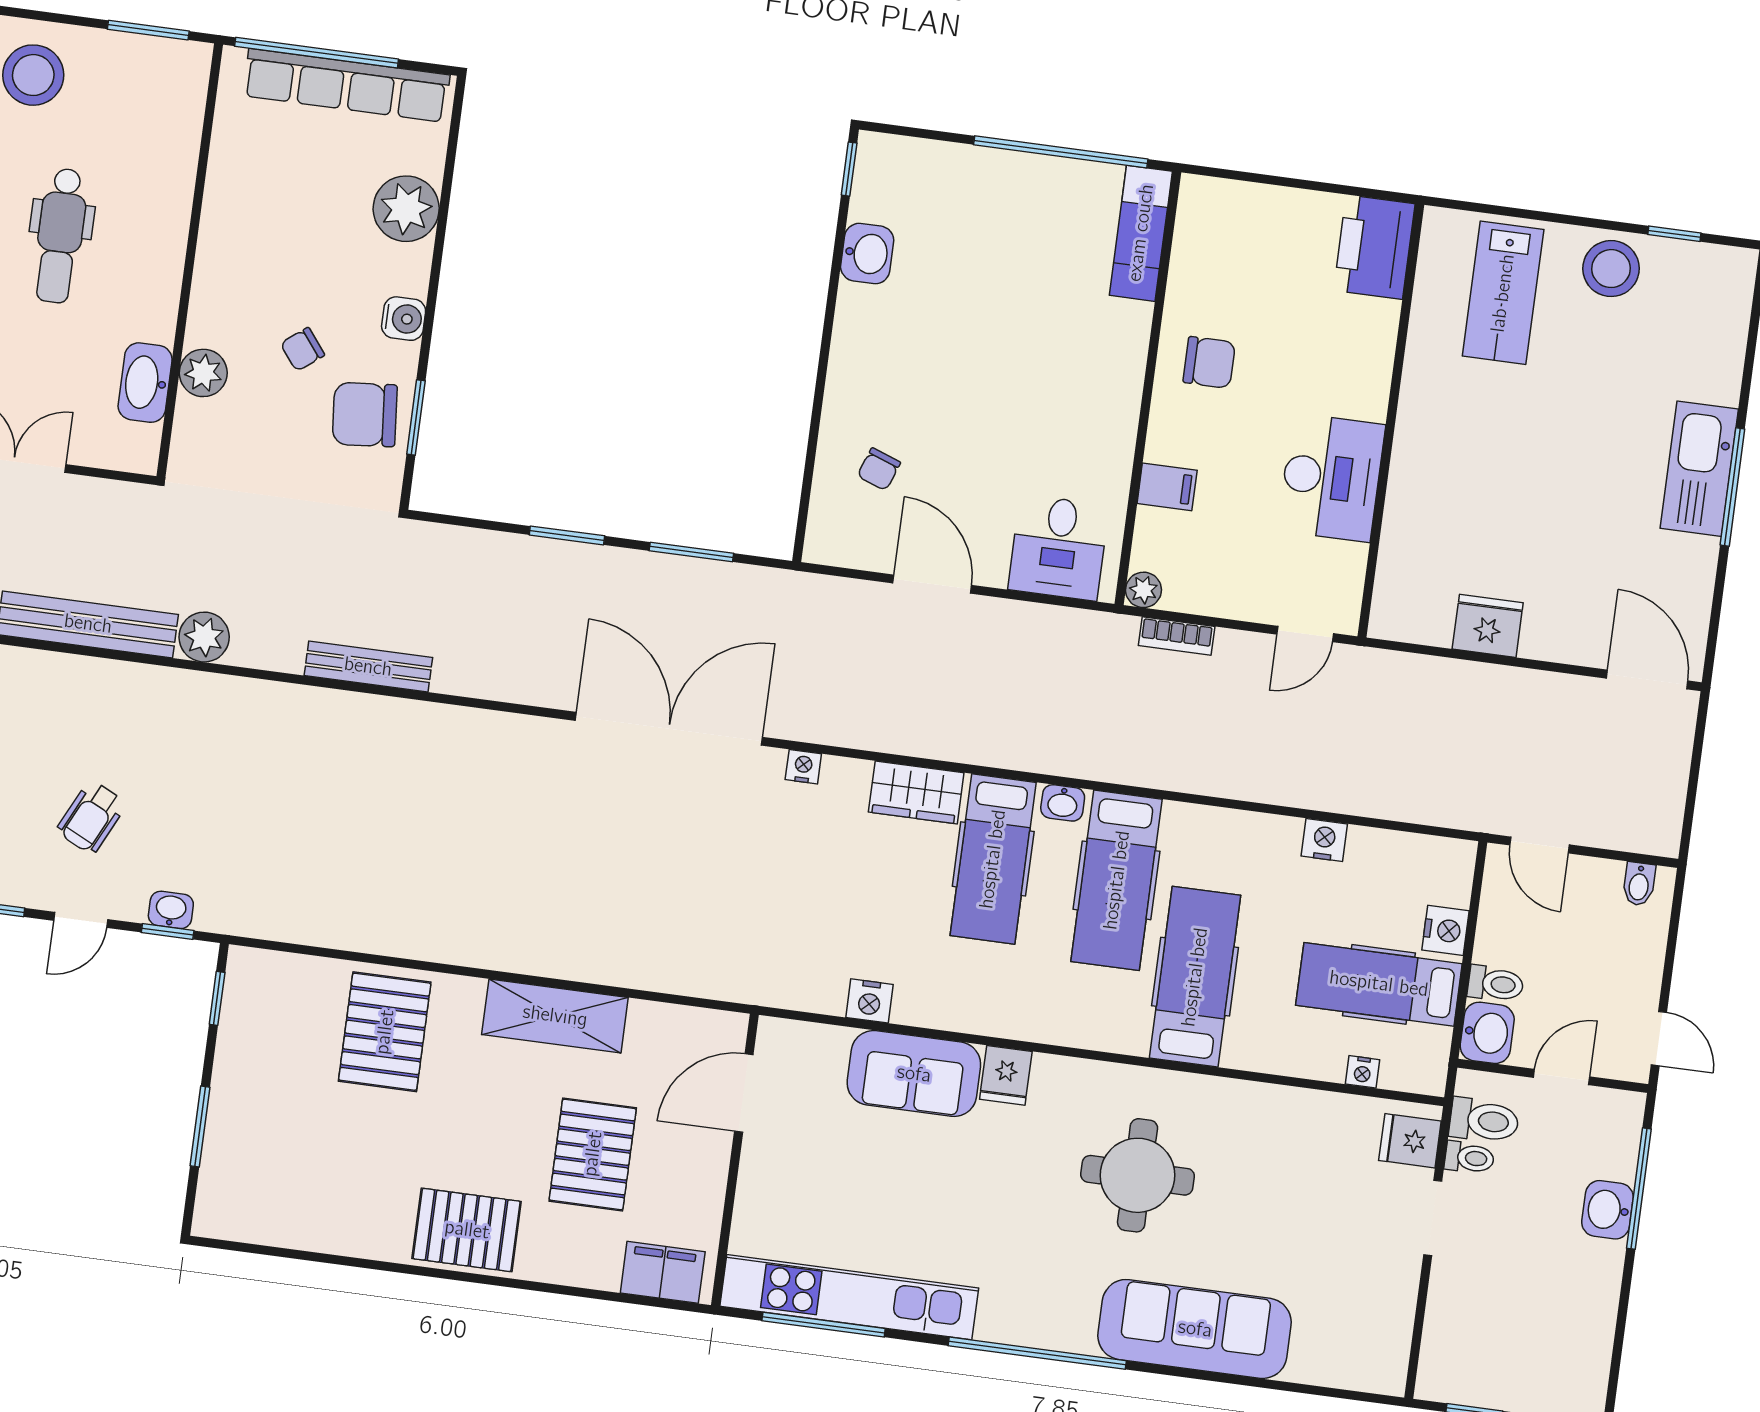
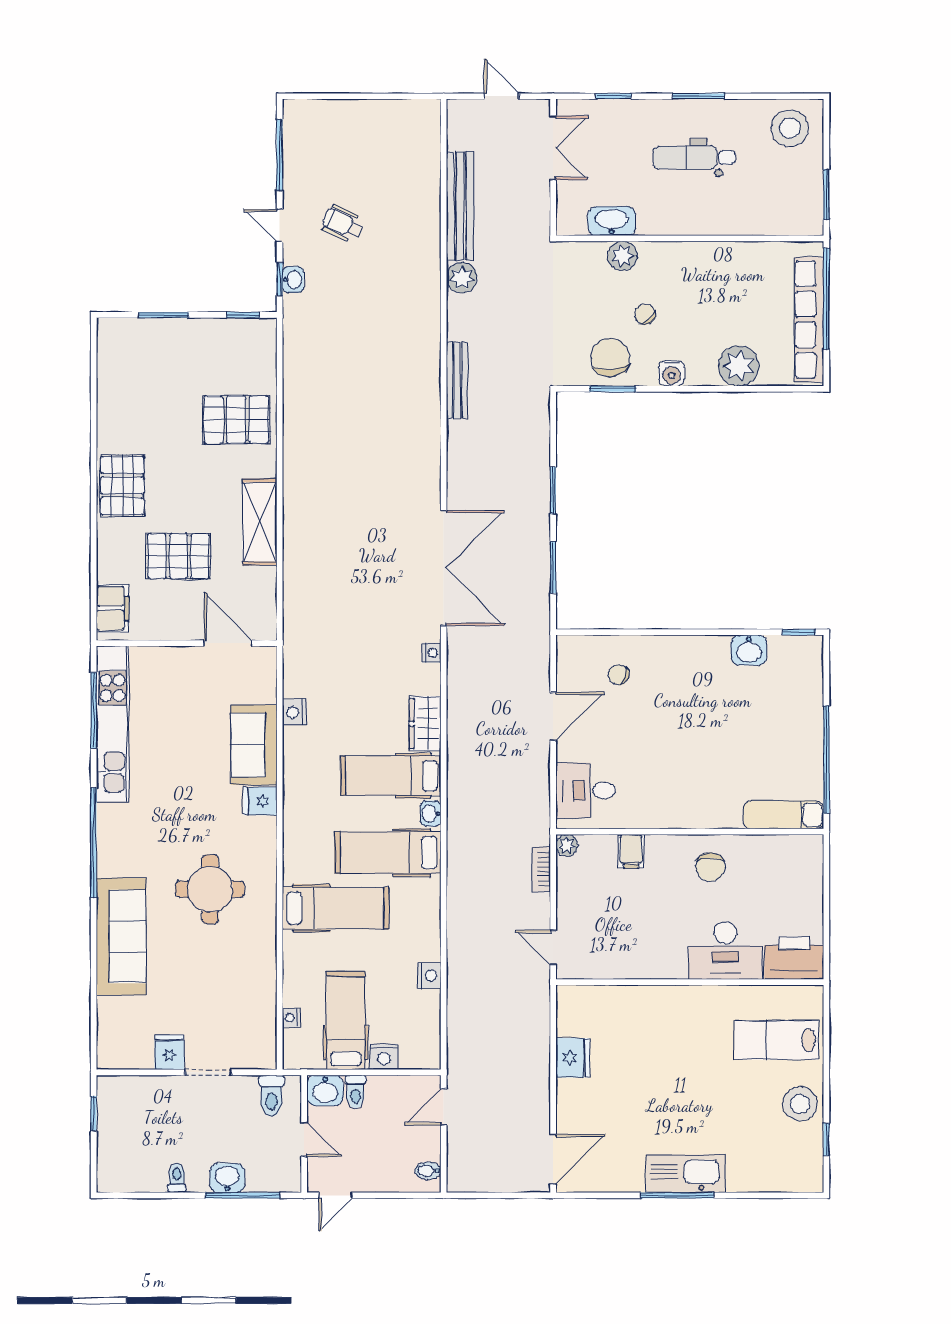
desk: (1331, 478) -> (725, 951), moved
fridge: (1410, 1141) -> (169, 1052), moved
toilet: (1469, 1158) -> (177, 1178), moved, turned 180

